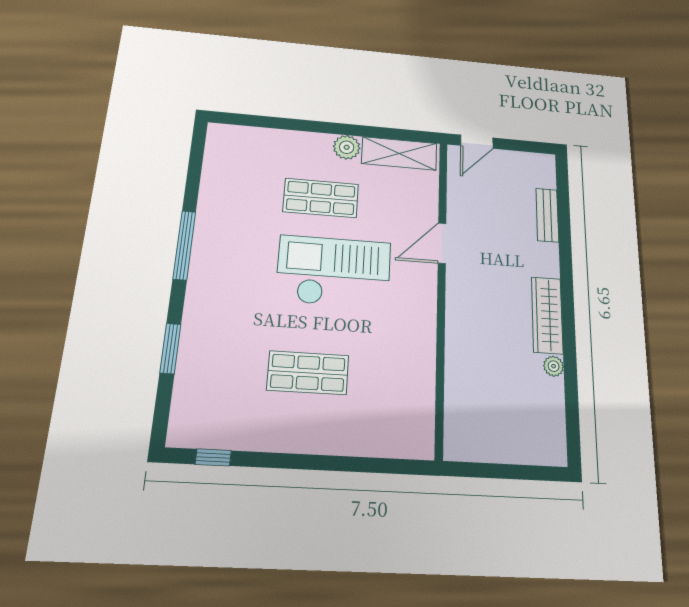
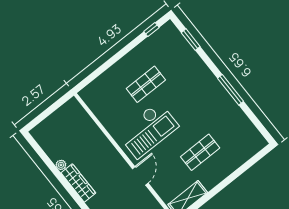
plant: (347, 147) -> (209, 182), removed
checkout: (334, 272) -> (148, 130), moved
window: (170, 348) -> (191, 40), moved

